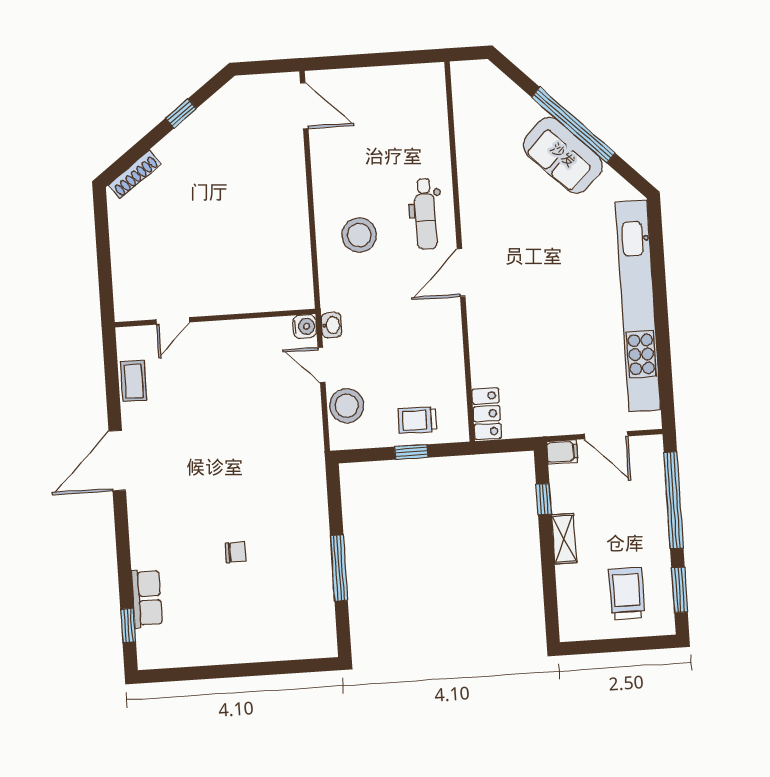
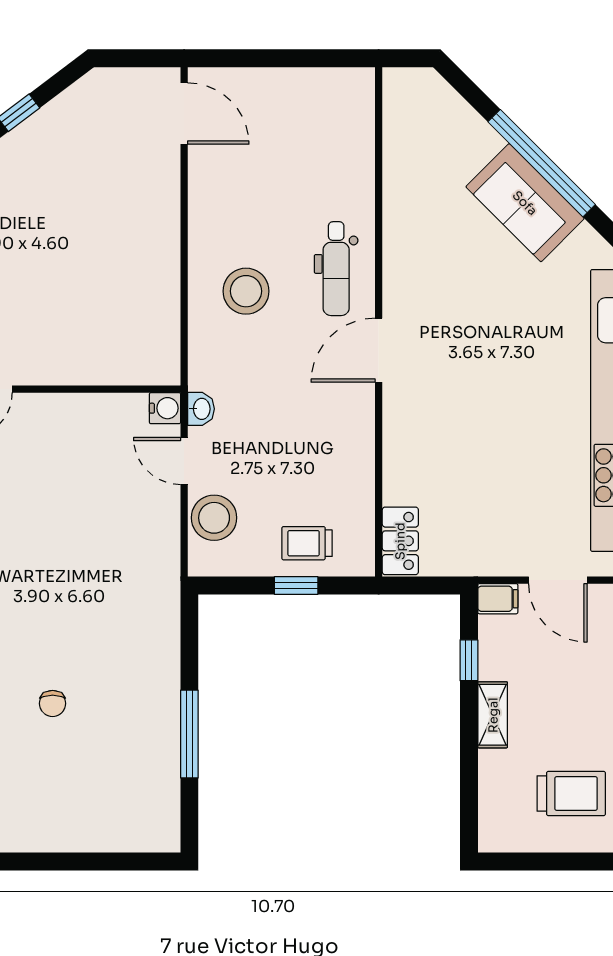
chair: (235, 552) -> (53, 703), turned 90
trolley: (627, 594) -> (571, 793), turned 90

